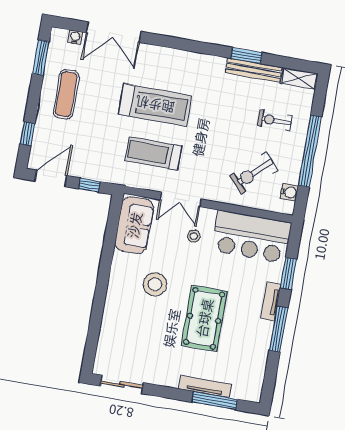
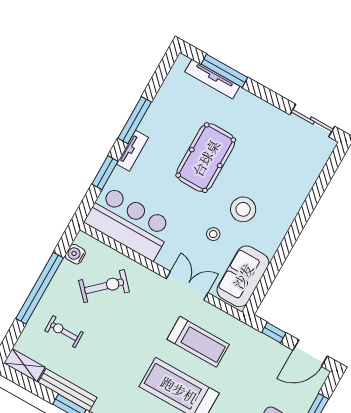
exercise bike: (275, 120) -> (64, 332), turned 180
stool: (194, 236) -> (213, 234), moved
tv unit: (205, 387) -> (212, 79), moved

